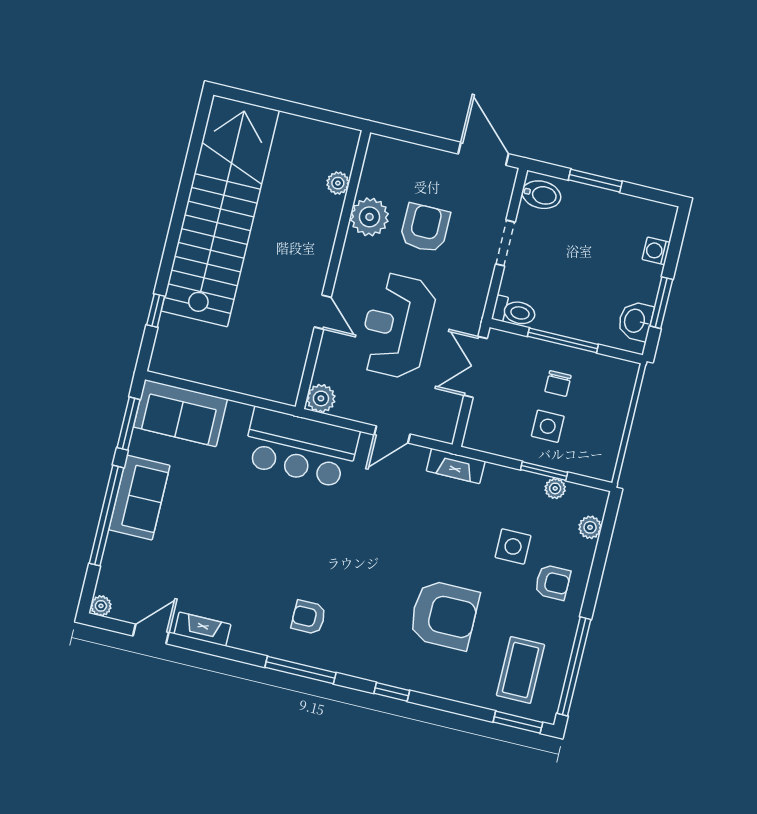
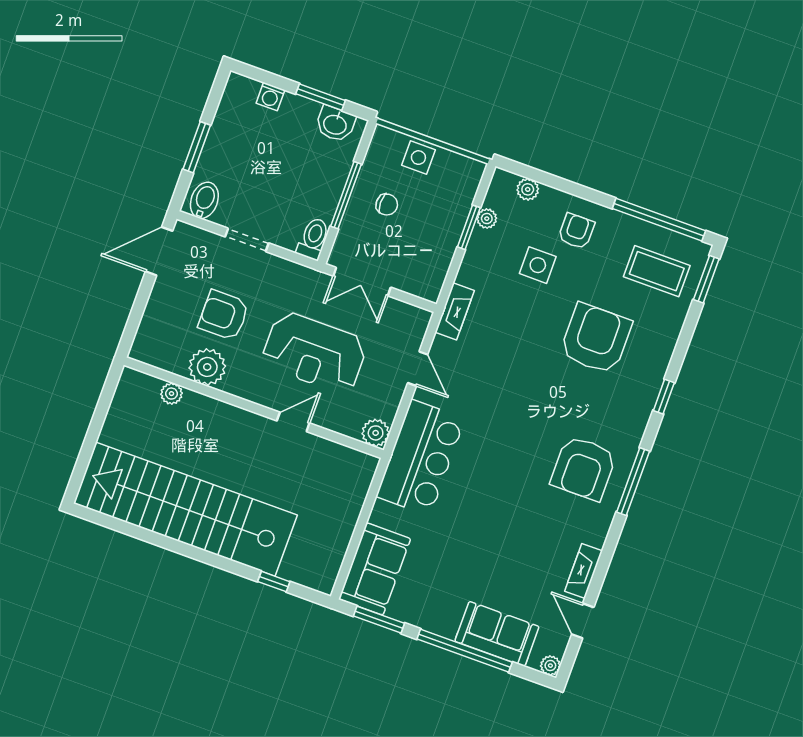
side table: (548, 426) -> (418, 158), moved
sofa: (139, 498) -> (497, 634), moved
armchair: (309, 617) -> (584, 468), width x1.88, depth x1.88

